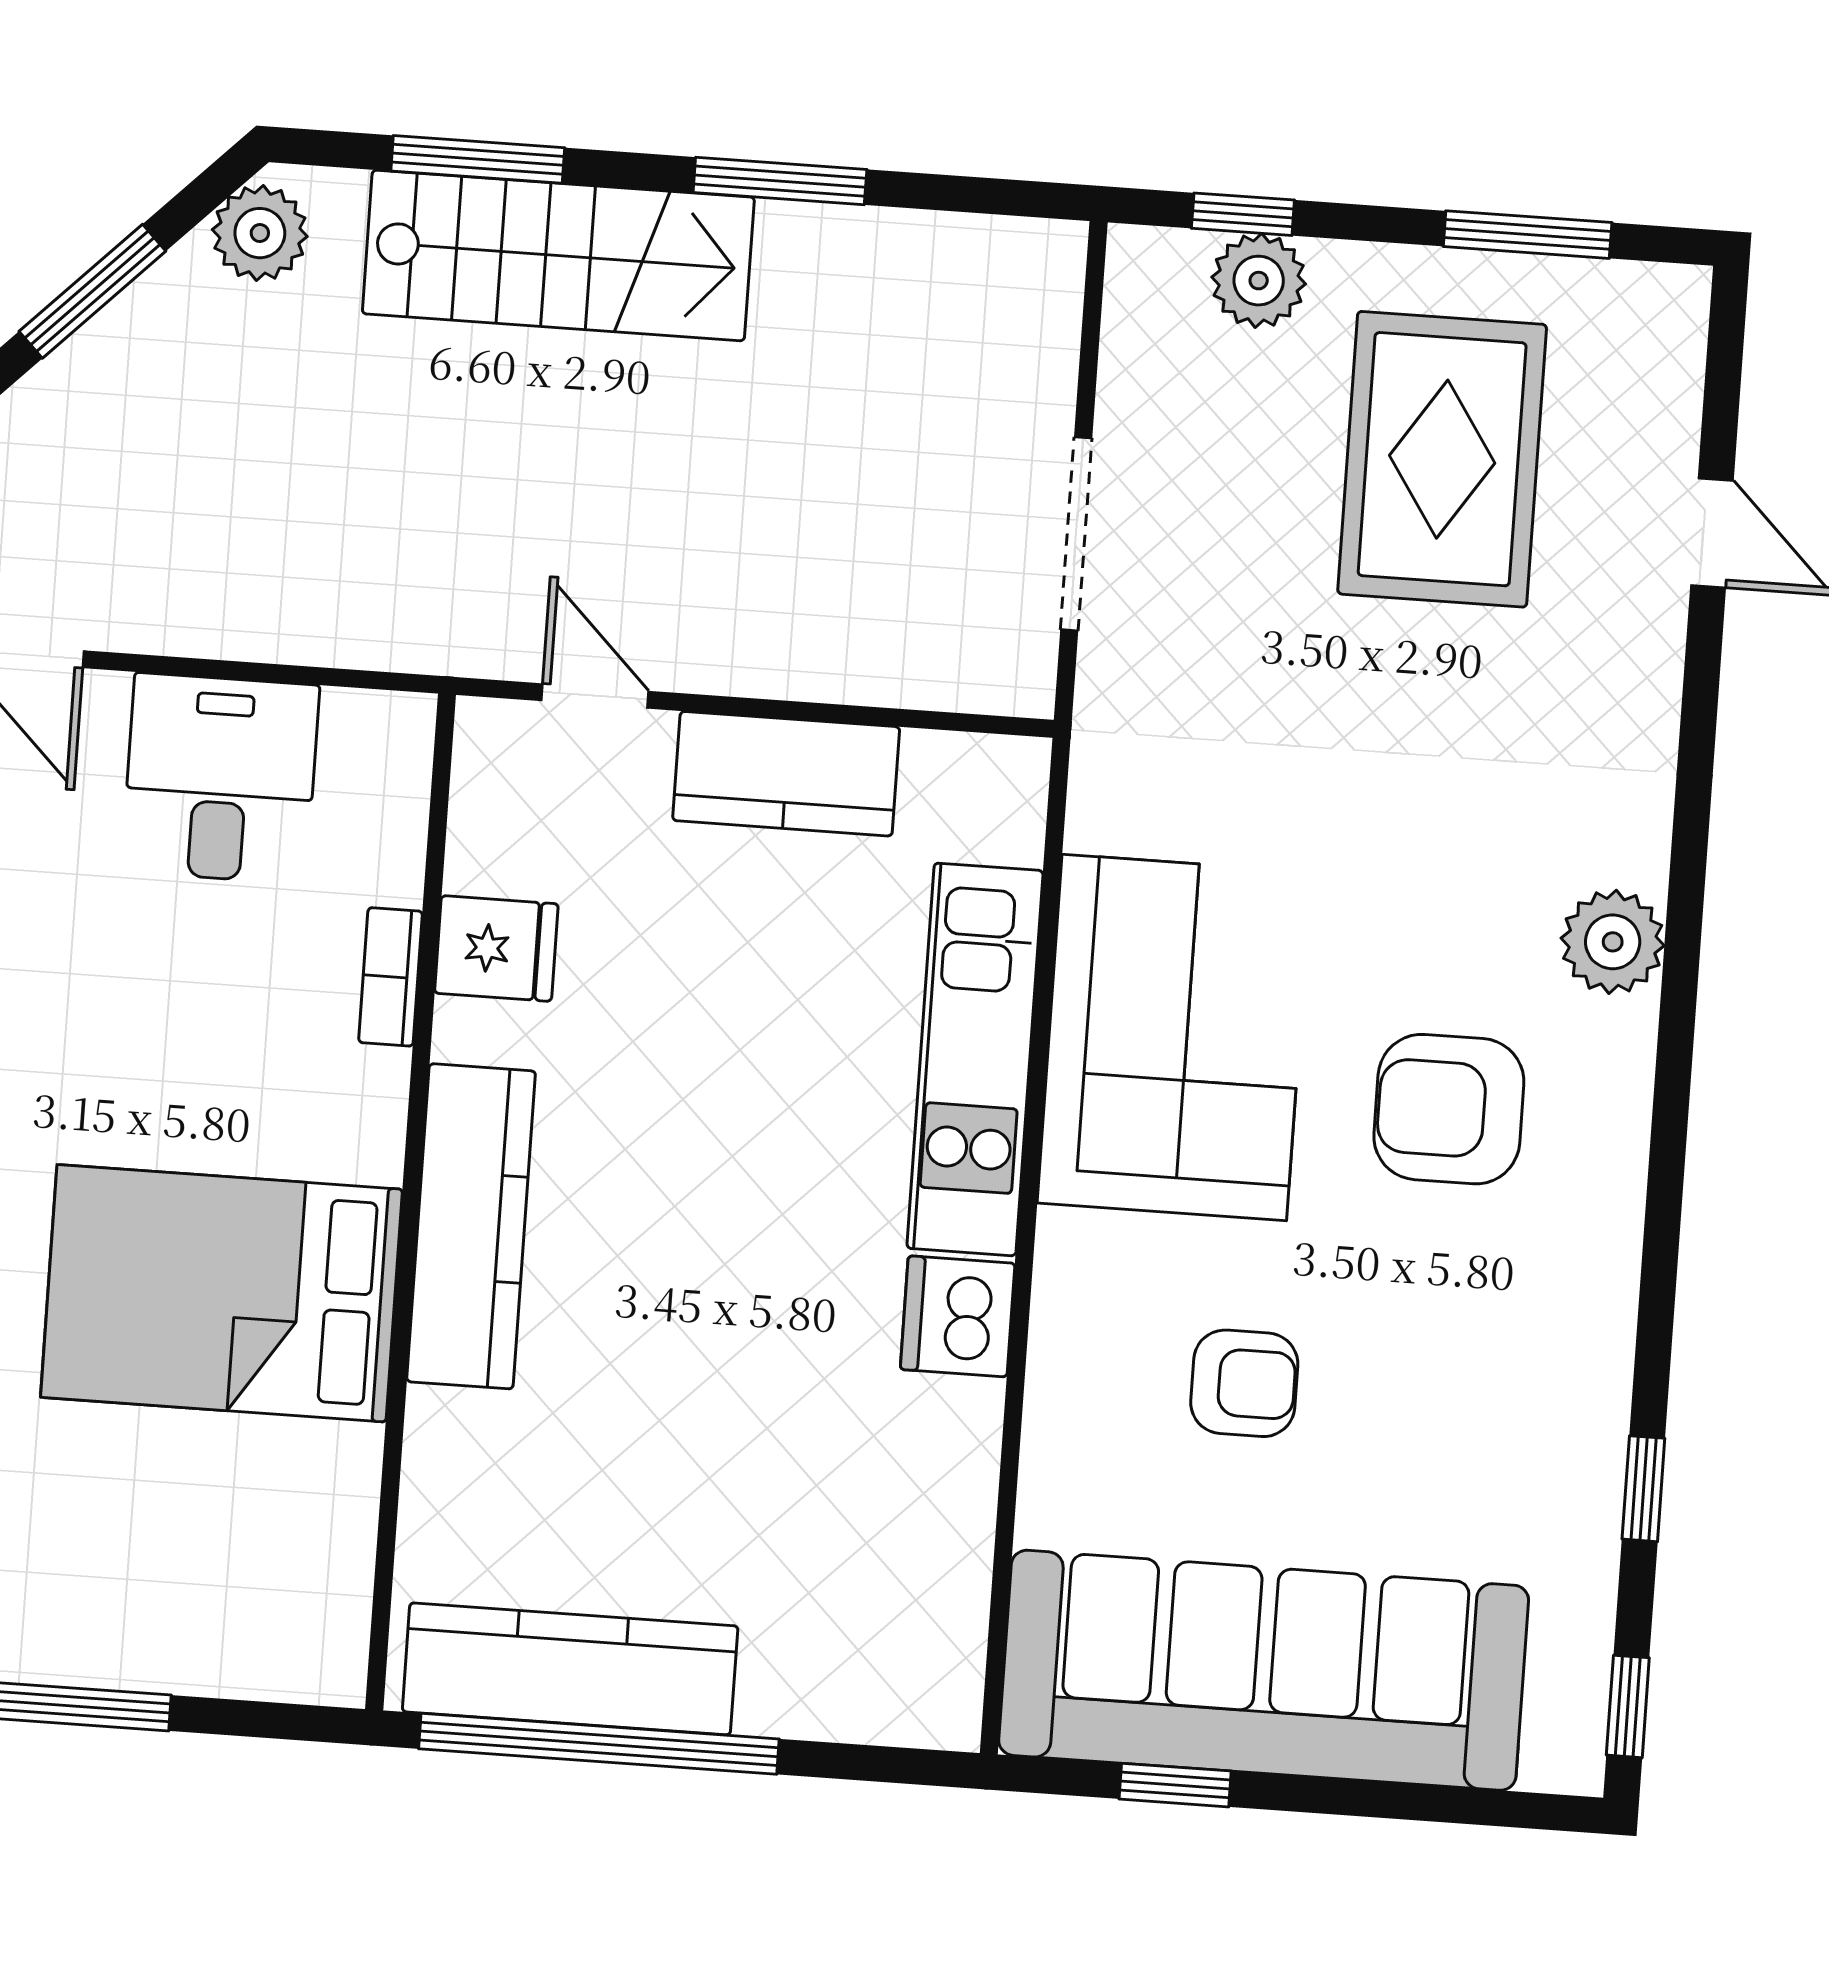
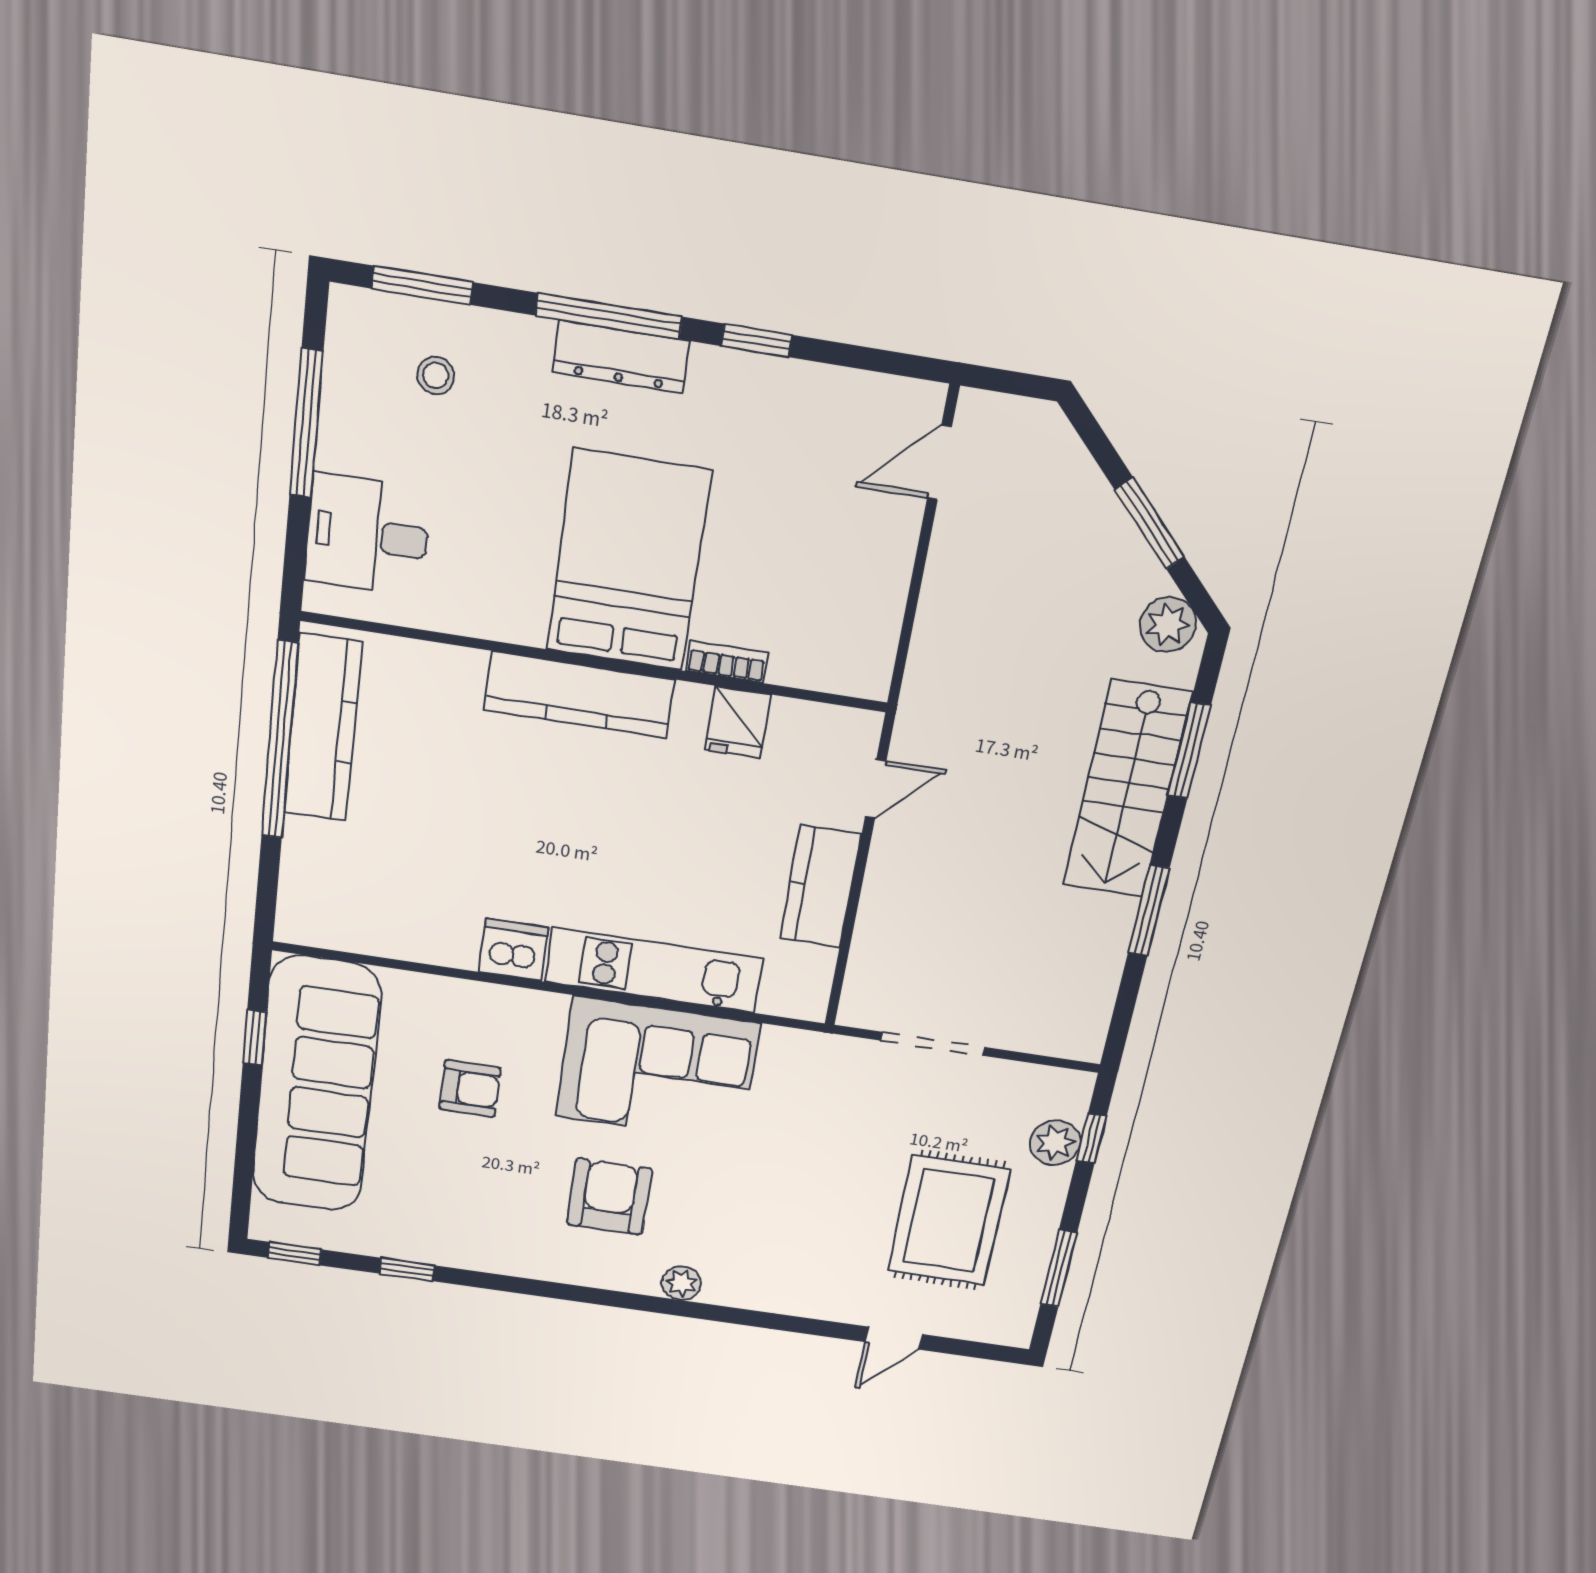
rug: (1442, 459) -> (949, 1221), turned 90
desk: (220, 778) -> (368, 535), moved, turned 180
plant: (1613, 942) -> (681, 1283), width x0.73, depth x0.73
bed: (222, 1293) -> (628, 561), moved
armchair: (1244, 1383) -> (470, 1089), turned -90

